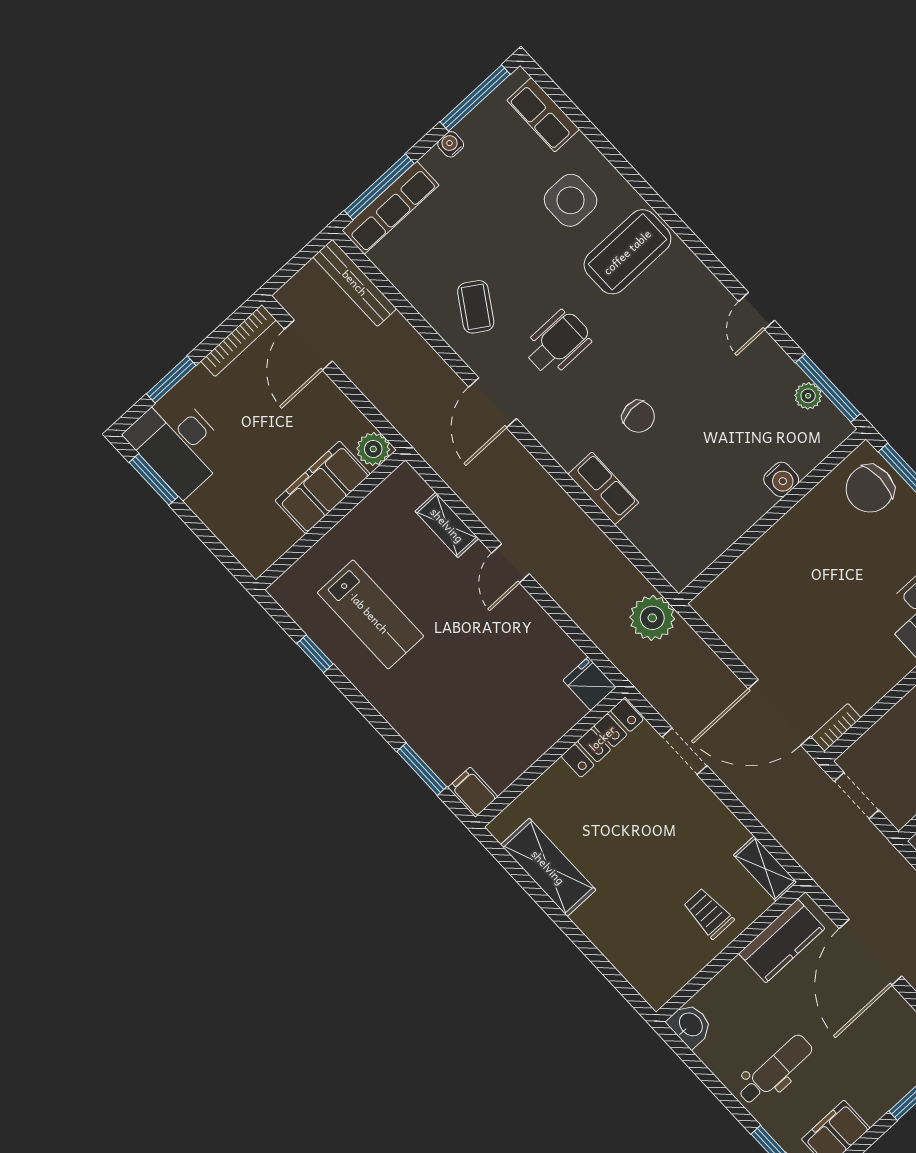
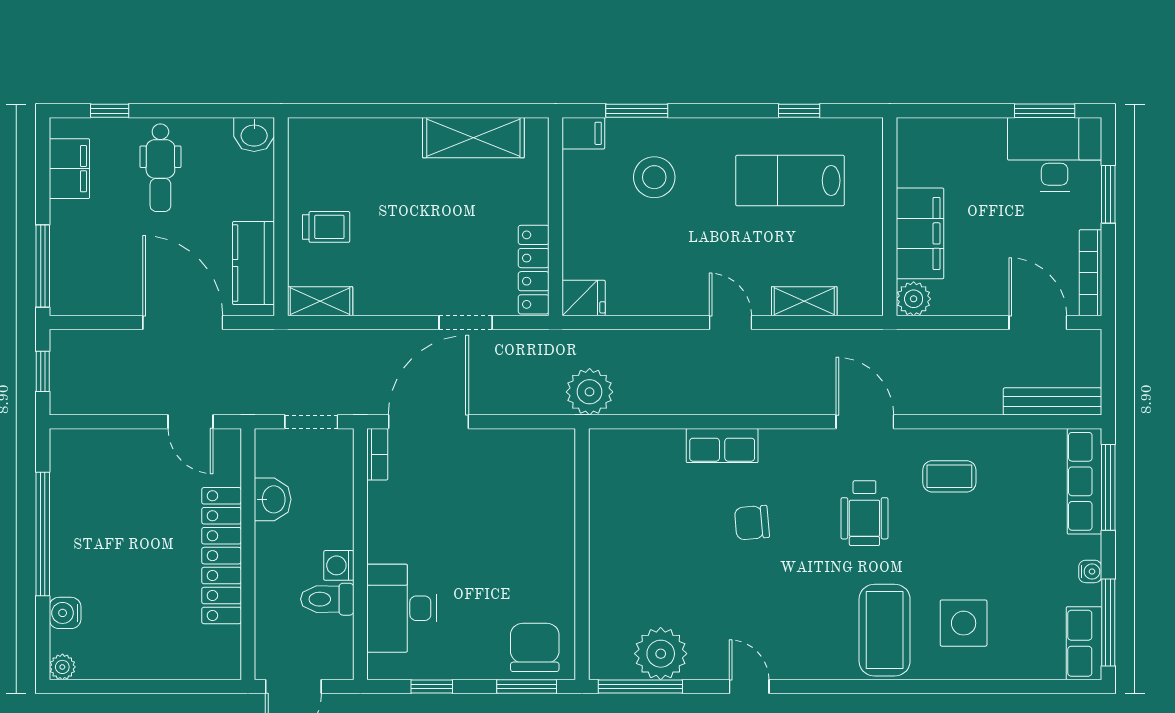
row of seats: (543, 115) -> (1084, 643), moved, turned -90
coffee table: (476, 307) -> (949, 476), turned -33
plant: (808, 396) -> (661, 654), width x1.88, depth x1.88
water cooler: (781, 479) -> (604, 587), removed
stool: (457, 713) -> (654, 177), added

